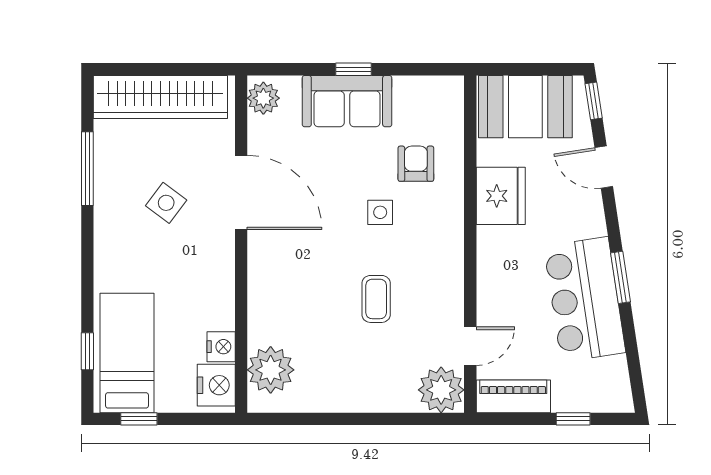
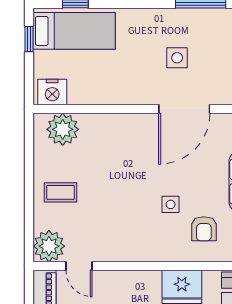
armchair: (416, 164) -> (204, 229), turned 90
side table: (166, 203) -> (177, 58), turned -37
coffee table: (376, 299) -> (61, 192), moved
nightstand: (221, 347) -> (79, 95), removed

